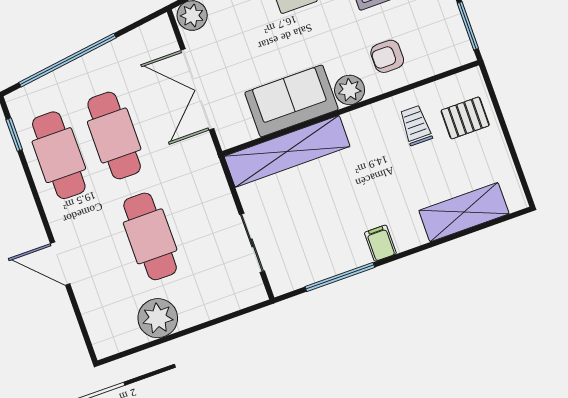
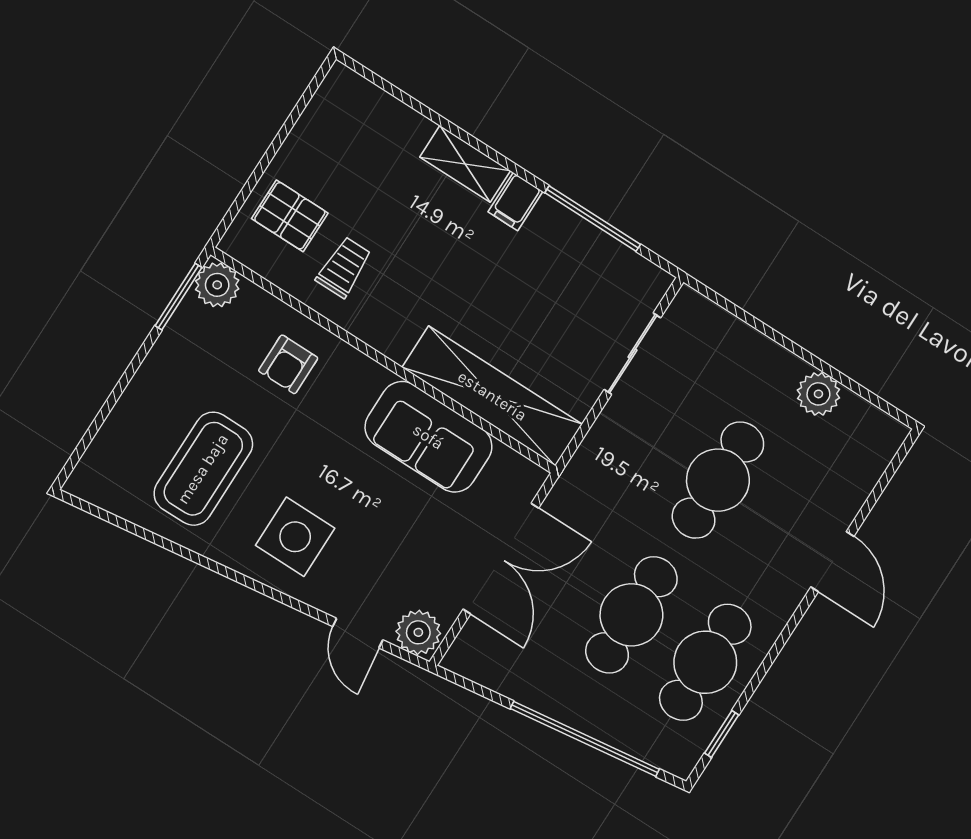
armchair: (387, 56) -> (288, 364), turned 90
plant: (350, 90) -> (217, 285), moved
trolley: (416, 125) -> (344, 267), turned 180
shelving: (464, 212) -> (465, 164), moved, width x0.67, depth x0.75
plant: (158, 318) -> (818, 394), width x0.73, depth x0.73

